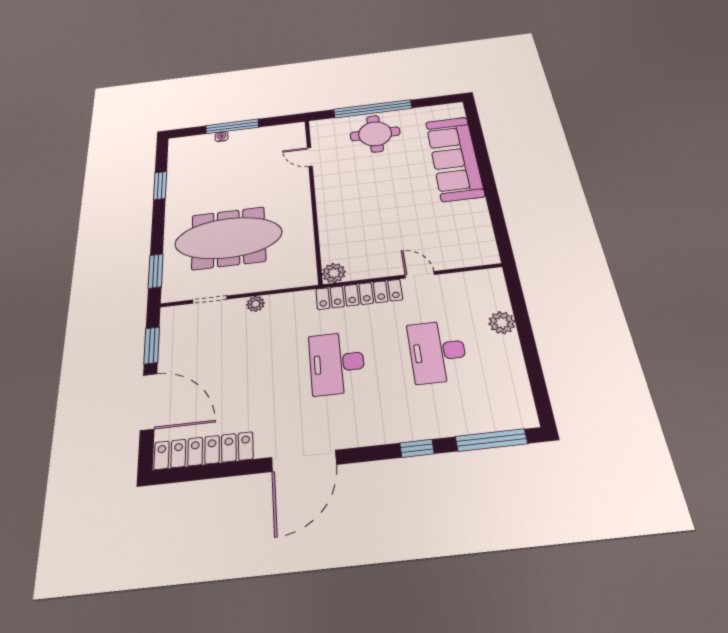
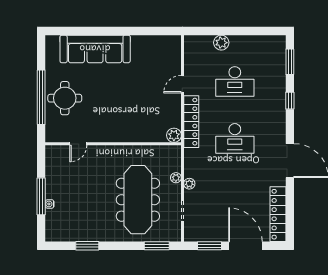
plant: (265, 284) -> (176, 178), added
door: (149, 402) -> (245, 246), hinge flipped
window: (491, 440) -> (290, 62), width x0.69

